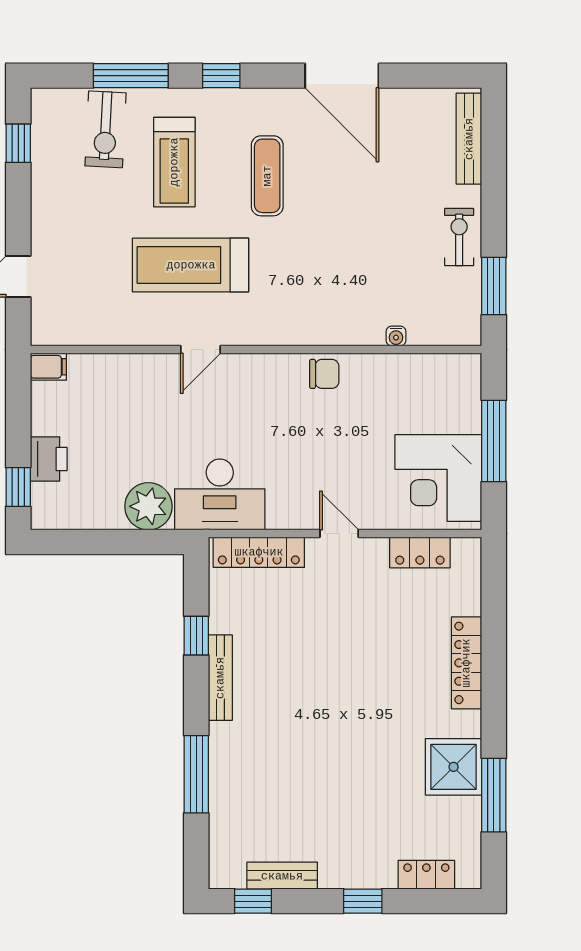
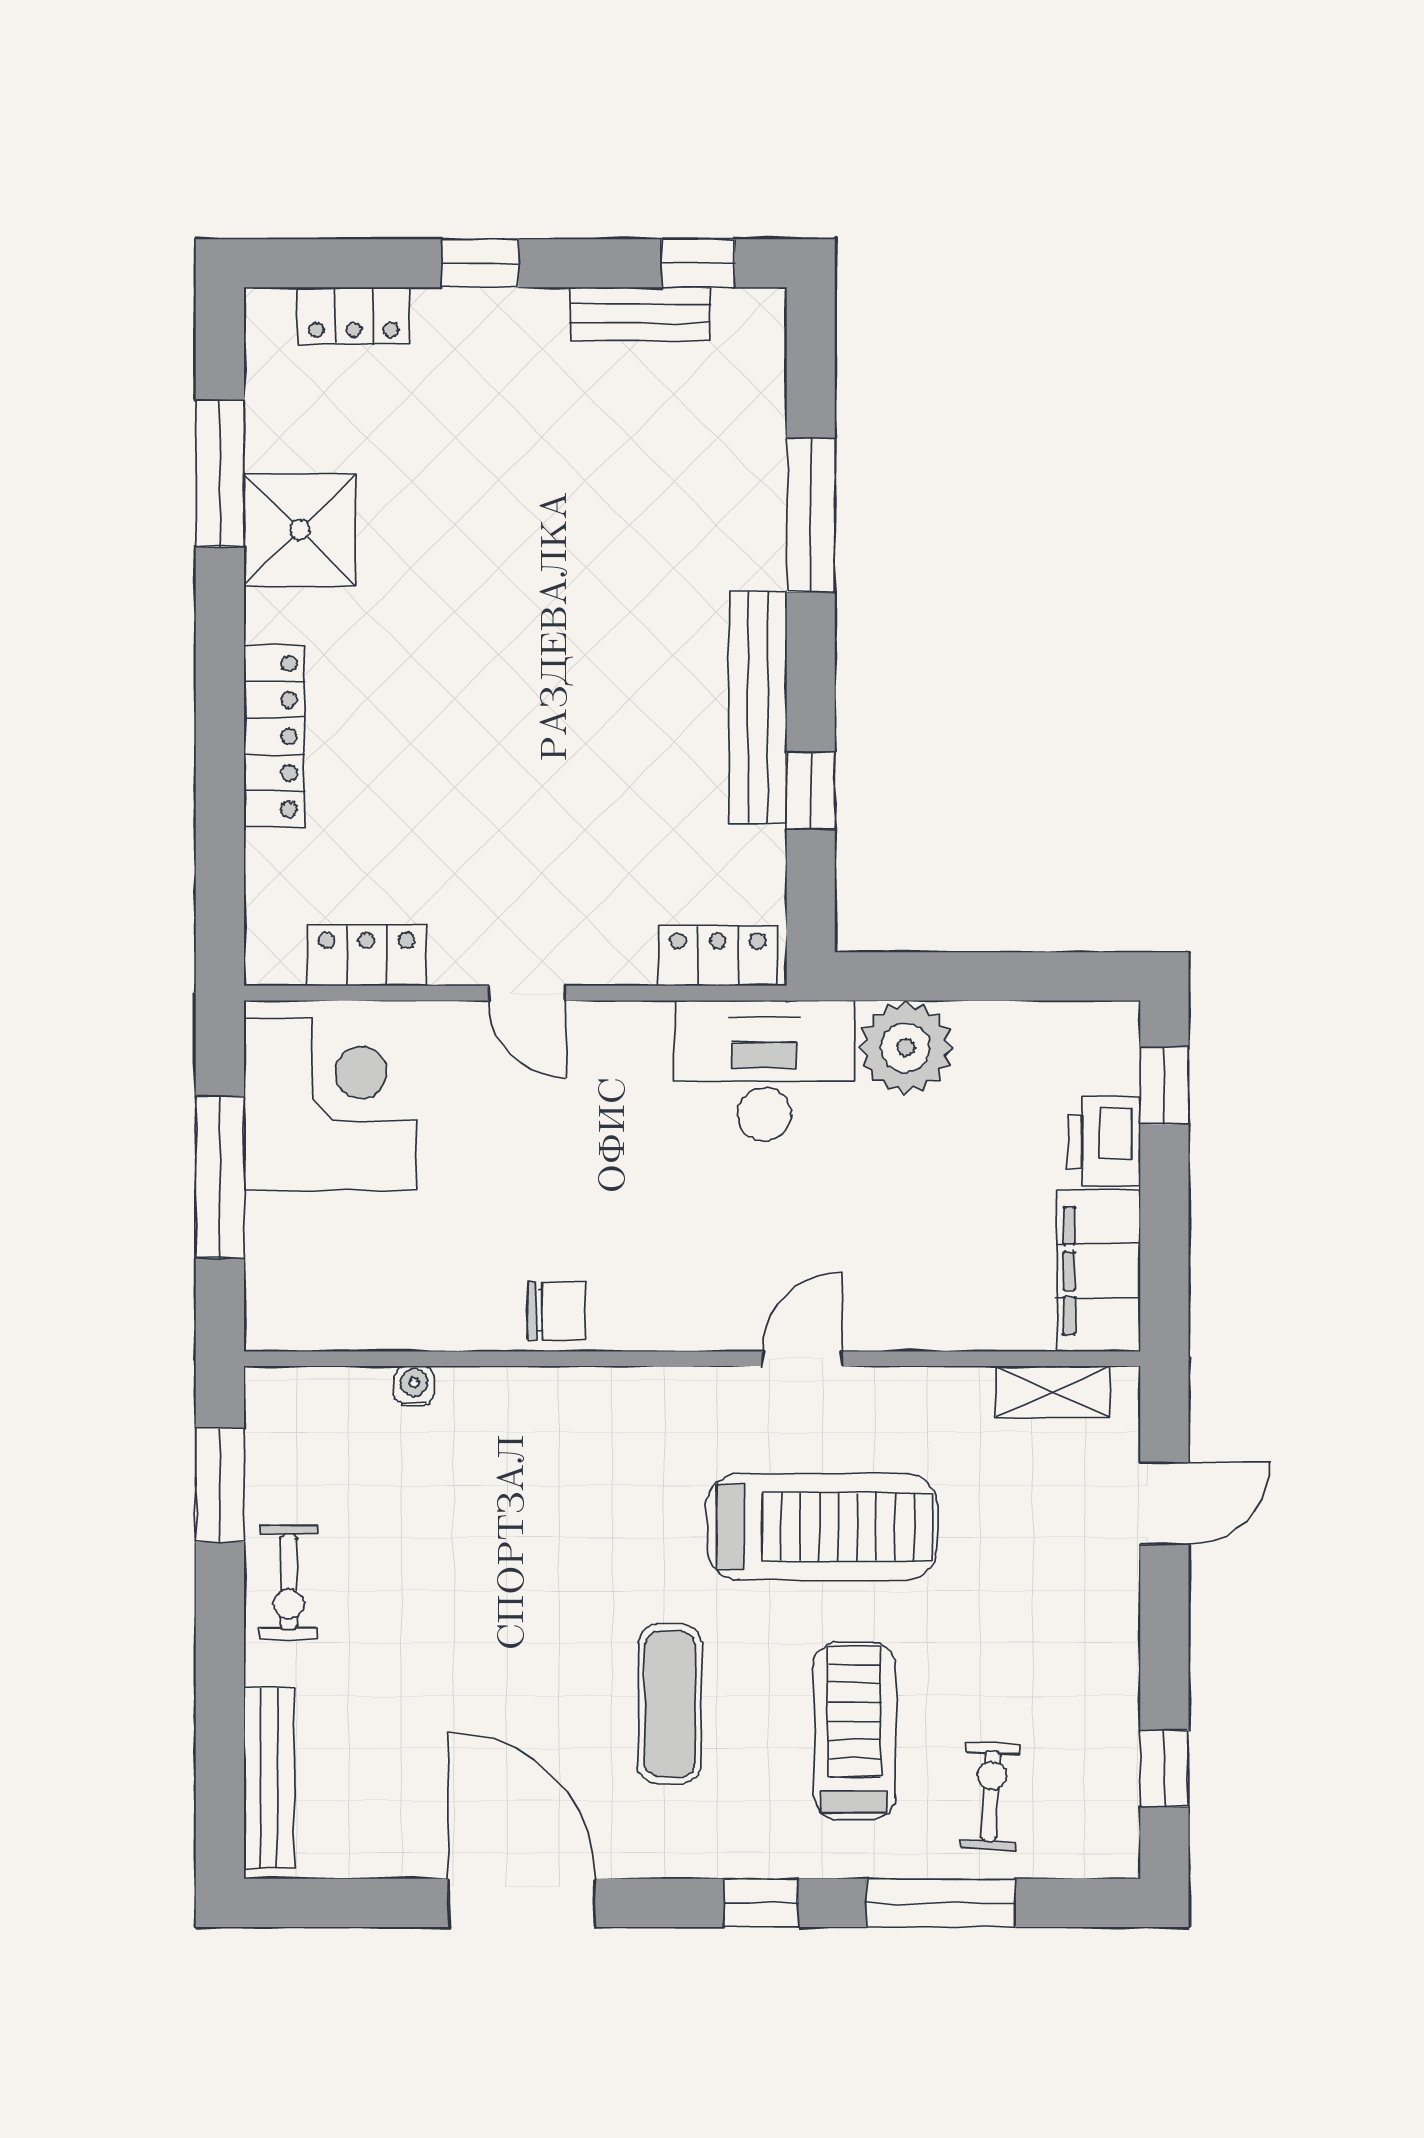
exercise bike: (106, 129) -> (991, 1796), width x0.73, depth x0.72
shelving: (74, 333) -> (1053, 1392), added
filing cabinet: (48, 367) -> (1099, 1271), width x3.00, depth x1.17
chair: (324, 374) -> (557, 1310), turned 180
locker: (259, 552) -> (718, 956), width x0.66
bench: (220, 678) -> (758, 707), width x1.37, depth x1.21

